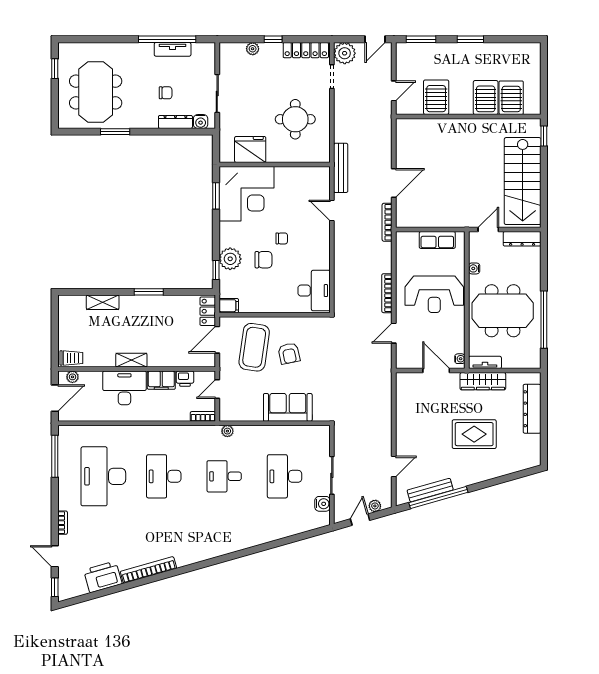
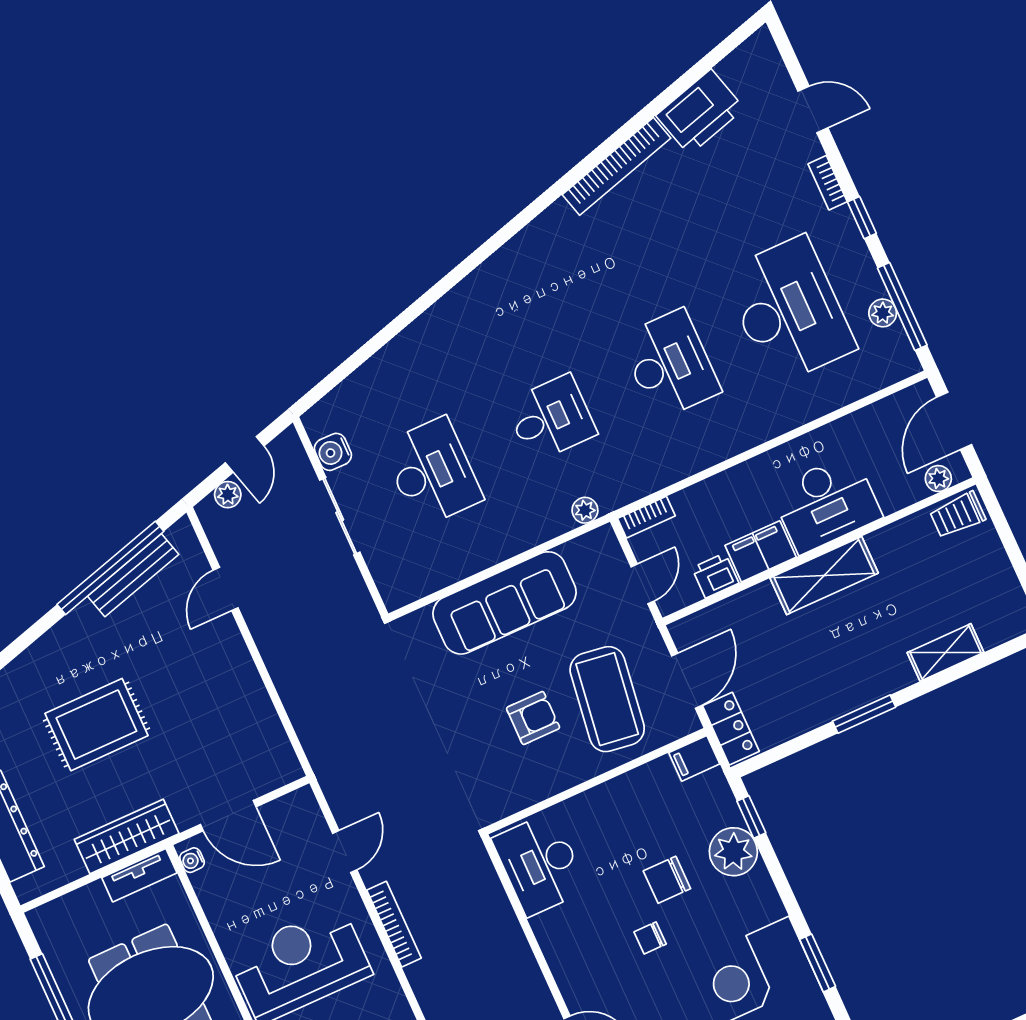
armchair: (289, 353) -> (533, 718), turned 102
shelving: (131, 360) -> (824, 576), width x1.50, depth x1.33
sofa: (288, 407) -> (505, 603), width x1.36
plant: (64, 457) -> (883, 313), added
window: (55, 587) -> (862, 218), moved

